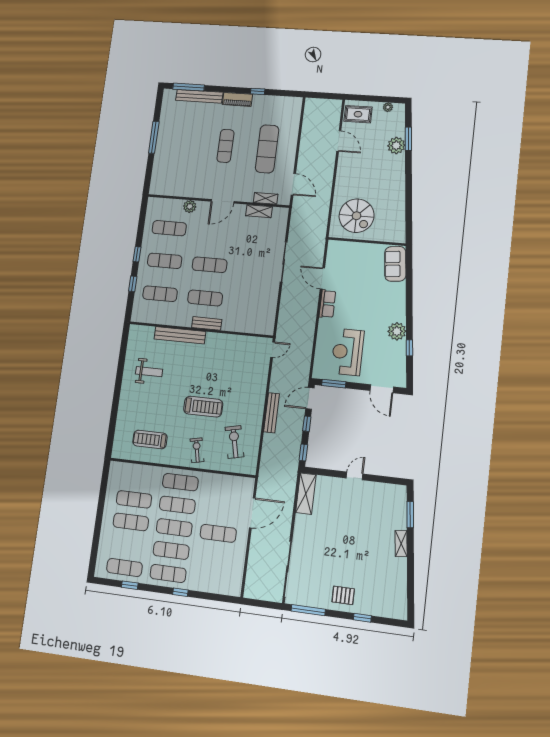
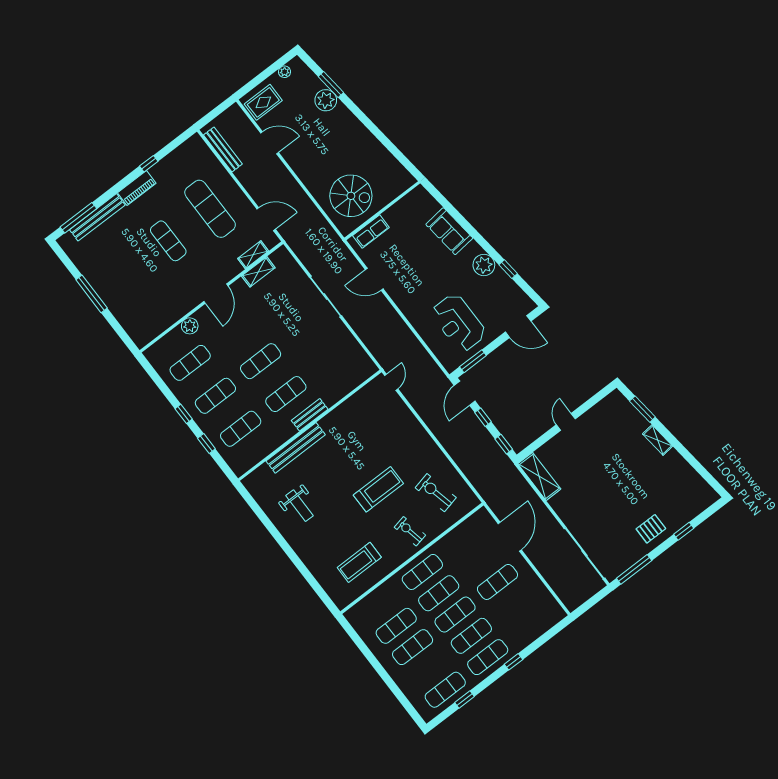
sofa: (395, 264) -> (449, 231), moved
row of seats: (327, 304) -> (371, 231), moved, turned 90
weight bench: (149, 372) -> (300, 506), turned 90
bench: (272, 413) -> (223, 149), moved

